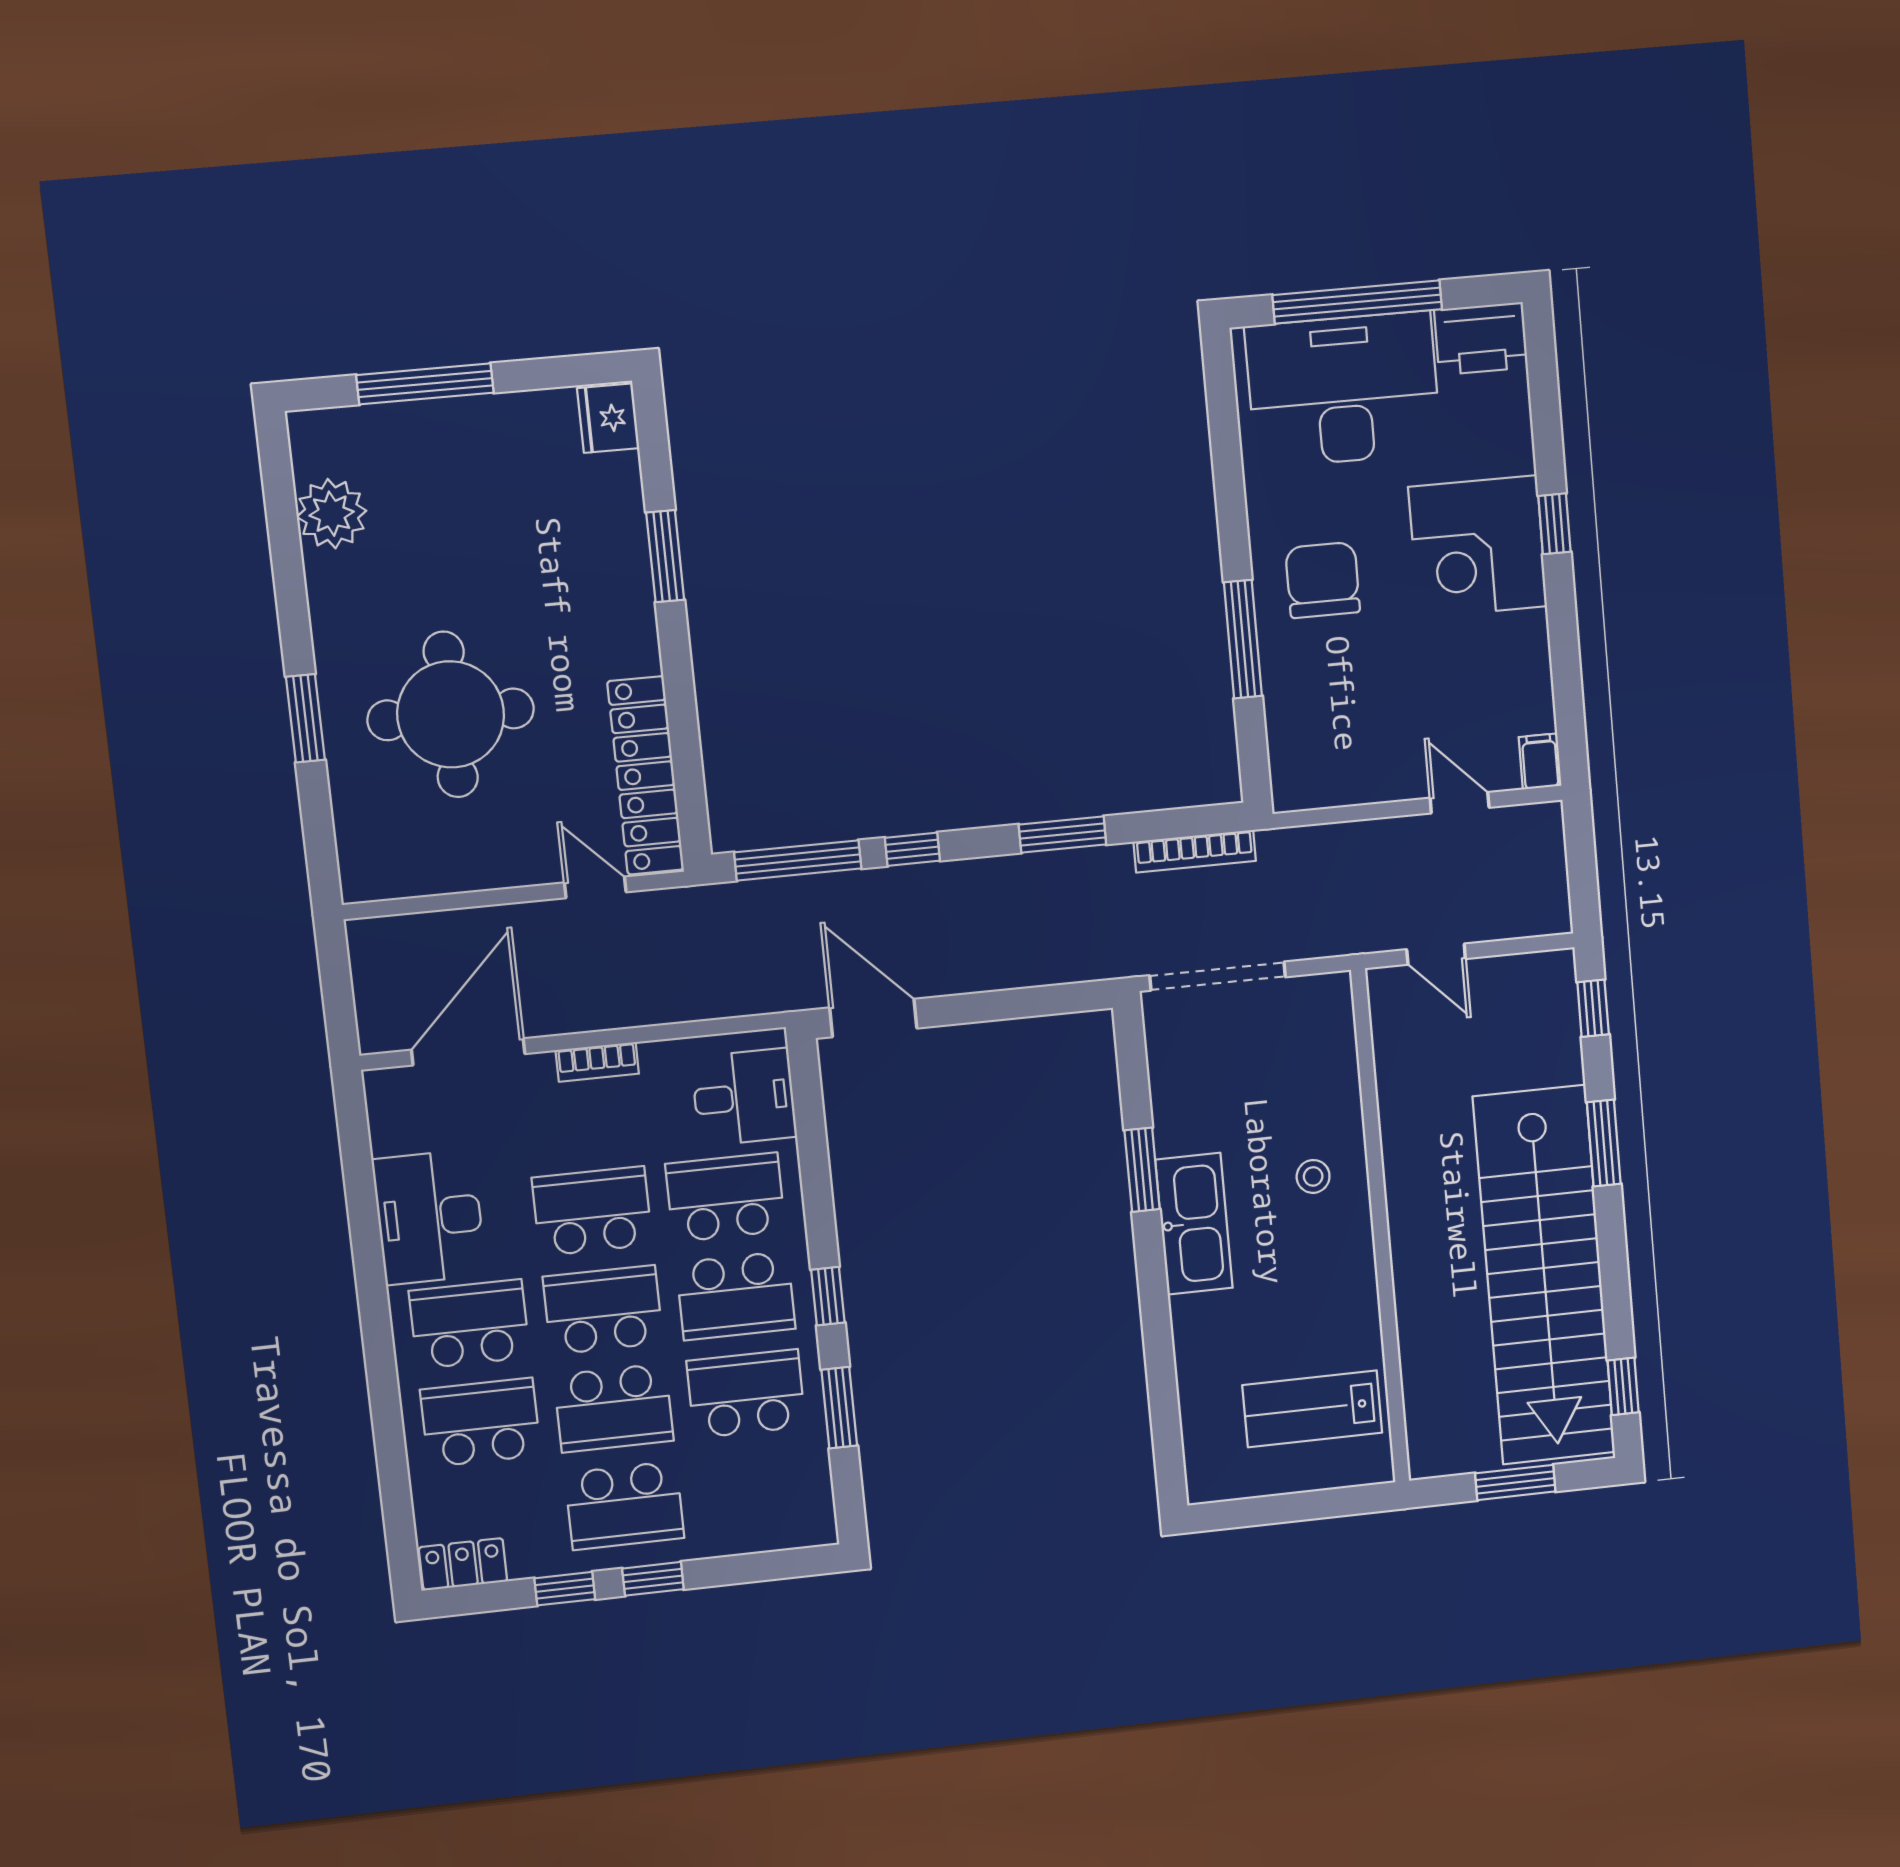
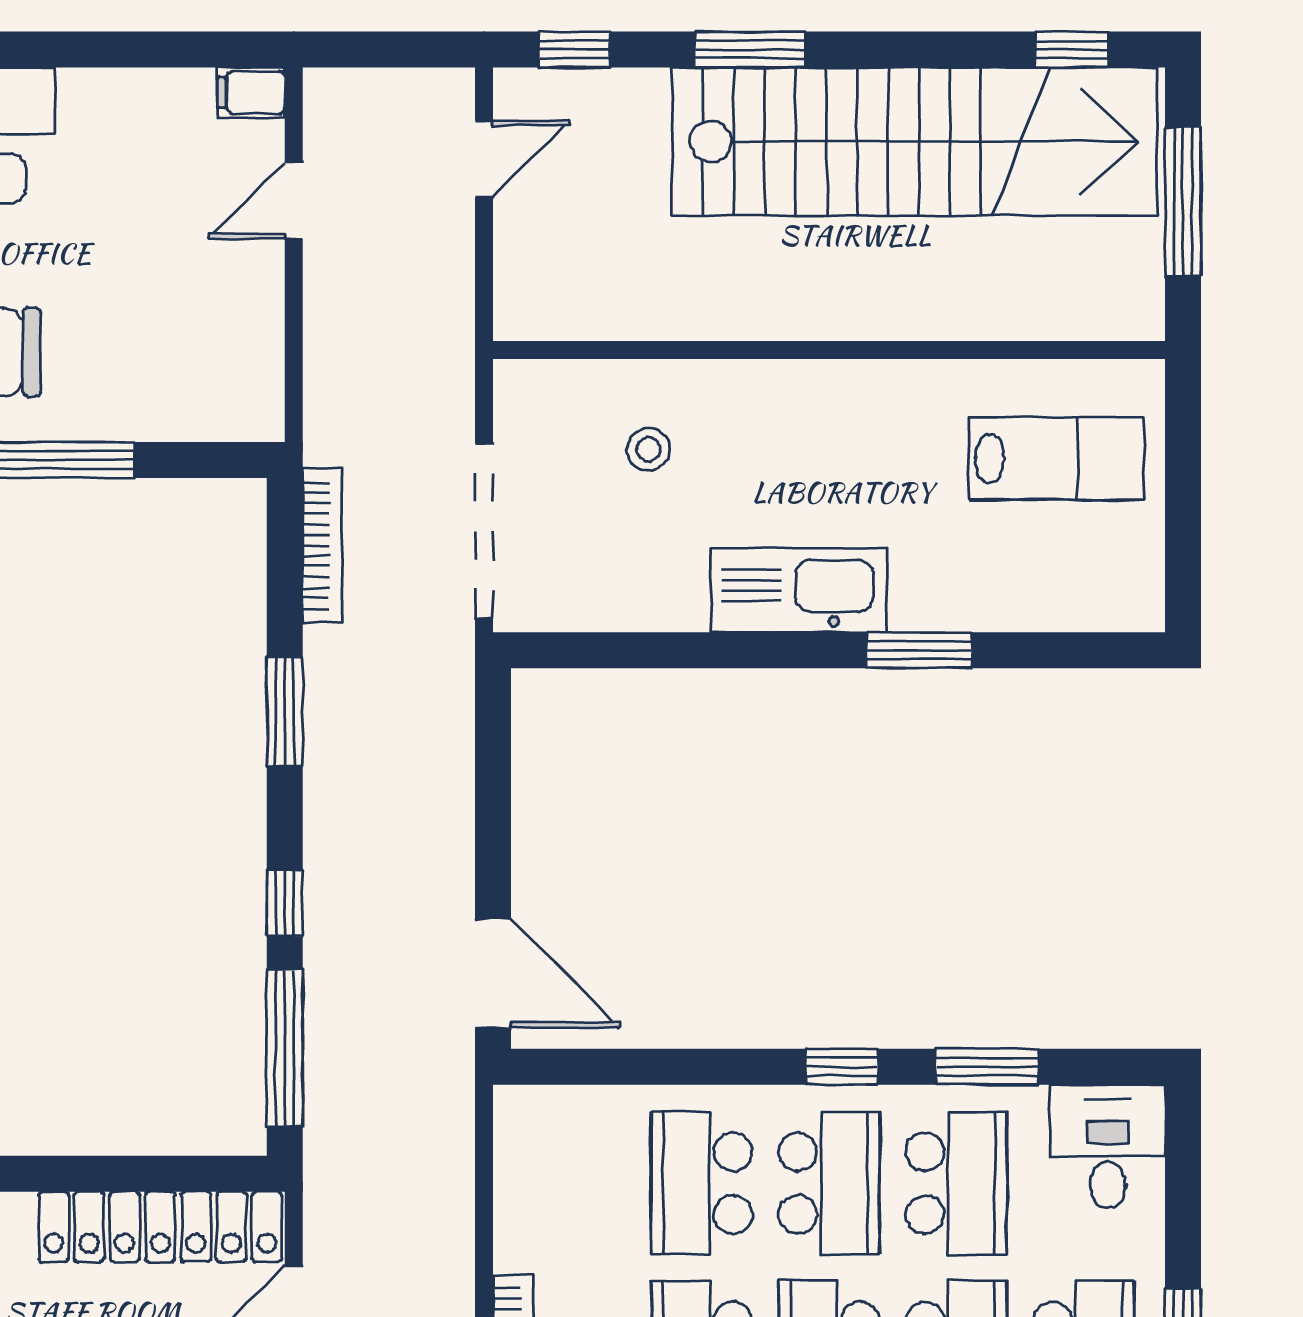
door: (1436, 954) -> (484, 159), moved
door: (873, 1018) -> (493, 973), swing flipped
desk: (744, 1097) -> (1108, 1146), moved
window: (1142, 1170) -> (919, 650), moved
stool: (1313, 1176) -> (648, 449), moved
school desk: (746, 1394) -> (956, 1183), turned 180
lab bench: (1312, 1409) -> (1056, 459), turned -90
window: (1515, 1482) -> (1183, 202), width x1.44

